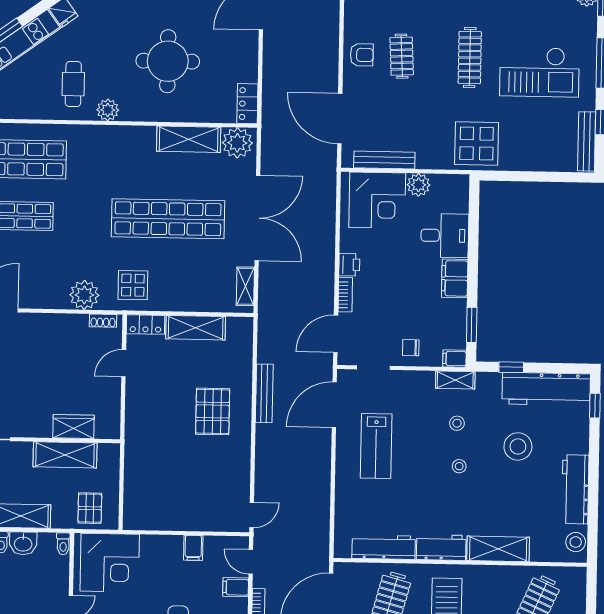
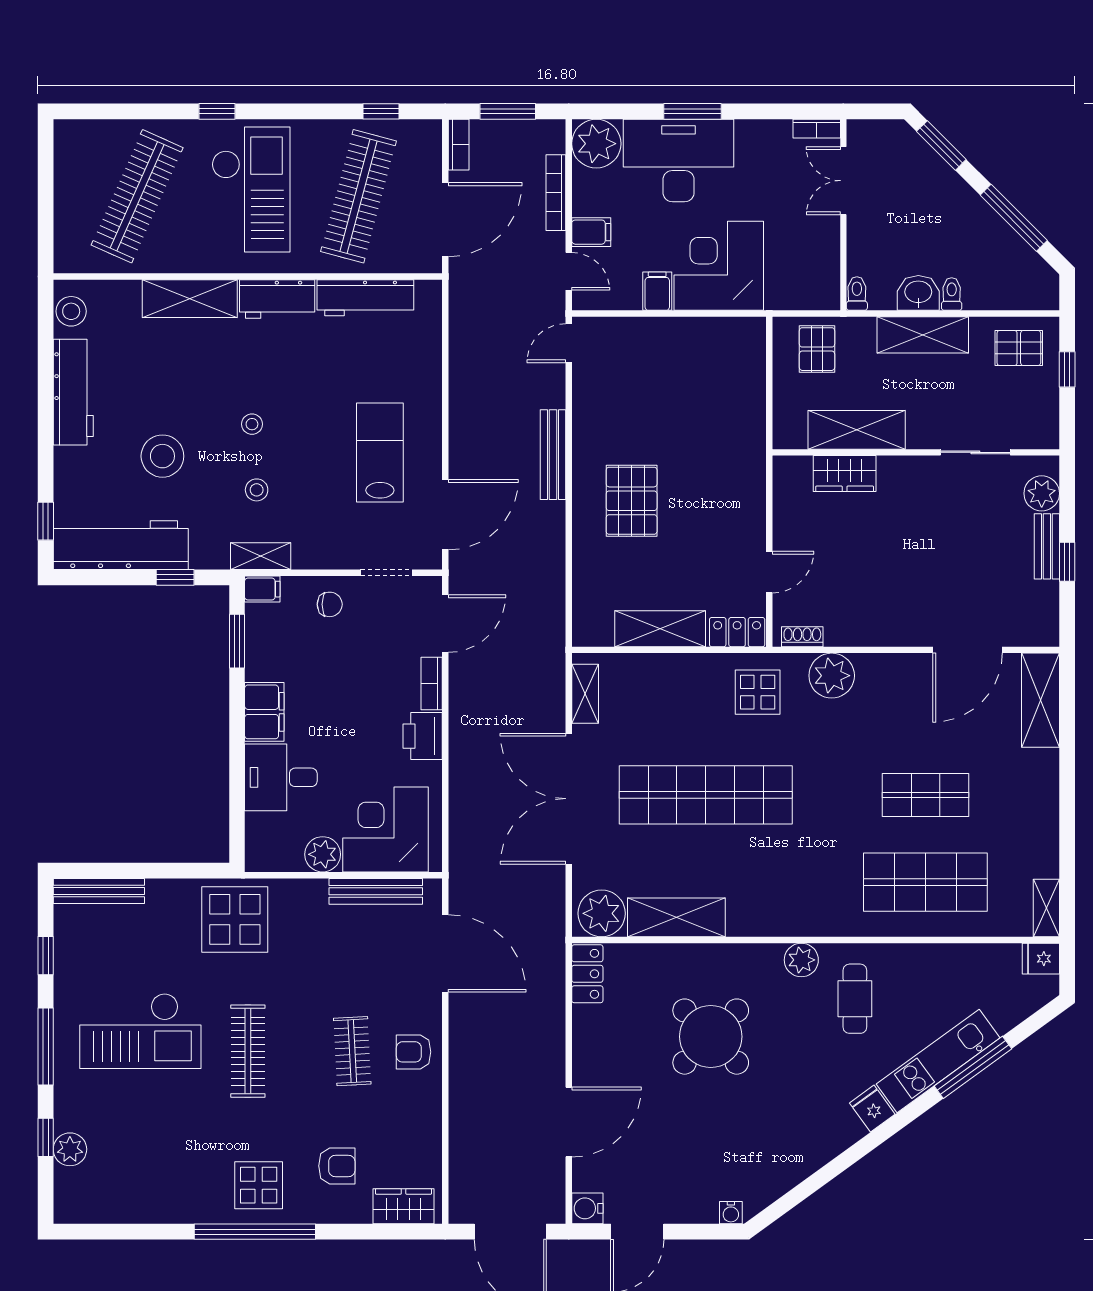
round table: (168, 61) -> (711, 1037), turned 45
checkout: (540, 72) -> (140, 1031), turned 180
bench: (587, 141) -> (99, 891), moved, turned 90
printer: (349, 265) -> (423, 736), width x1.36, depth x1.24
bench: (264, 393) -> (553, 455), moved
corner desk: (110, 563) -> (719, 266), moved

